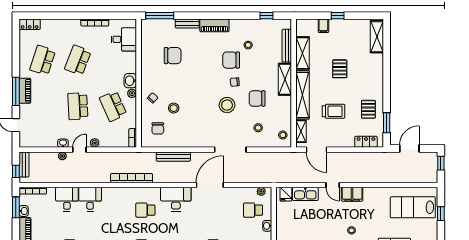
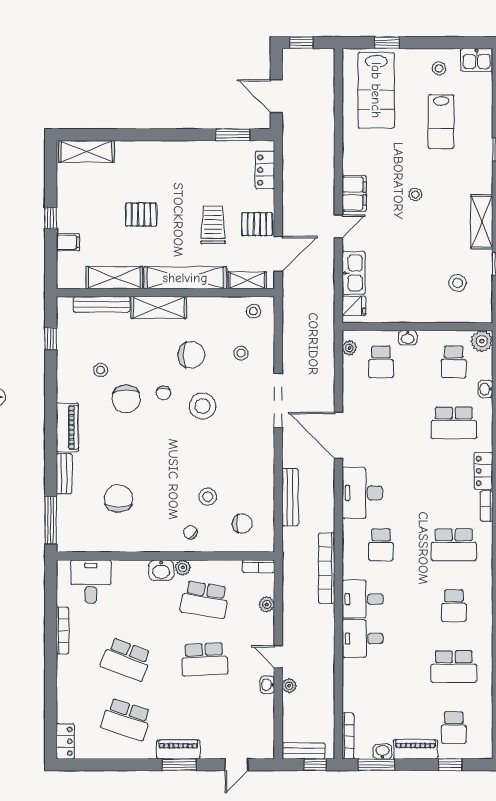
window: (16, 91) -> (179, 765), width x0.69
chair: (257, 98) -> (191, 355), turned -90
school desk: (113, 106) -> (204, 600), turned 33
pallet: (368, 109) -> (257, 224), moved
plant: (95, 143) -> (267, 604), moved
desk: (67, 199) -> (363, 599), moved

